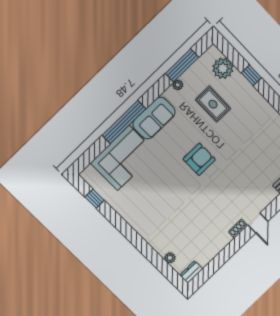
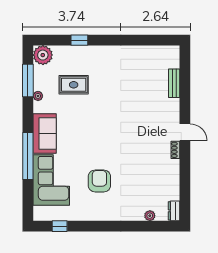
plant: (223, 68) -> (43, 55), moved
armchair: (199, 159) -> (99, 181), moved

